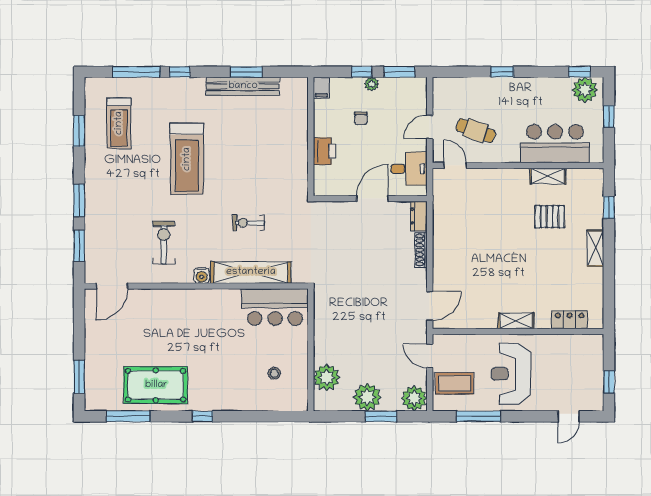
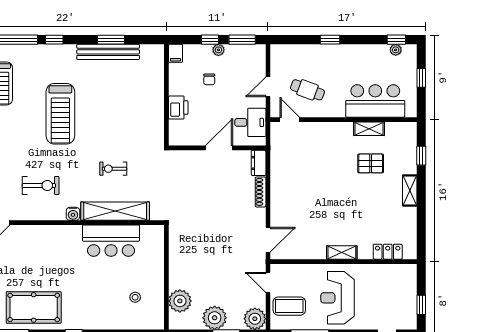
plant: (585, 90) -> (396, 50), width x0.53, depth x0.53
exercise bike: (164, 243) -> (41, 186), turned 90
bar counter: (275, 307) -> (111, 241), moved

